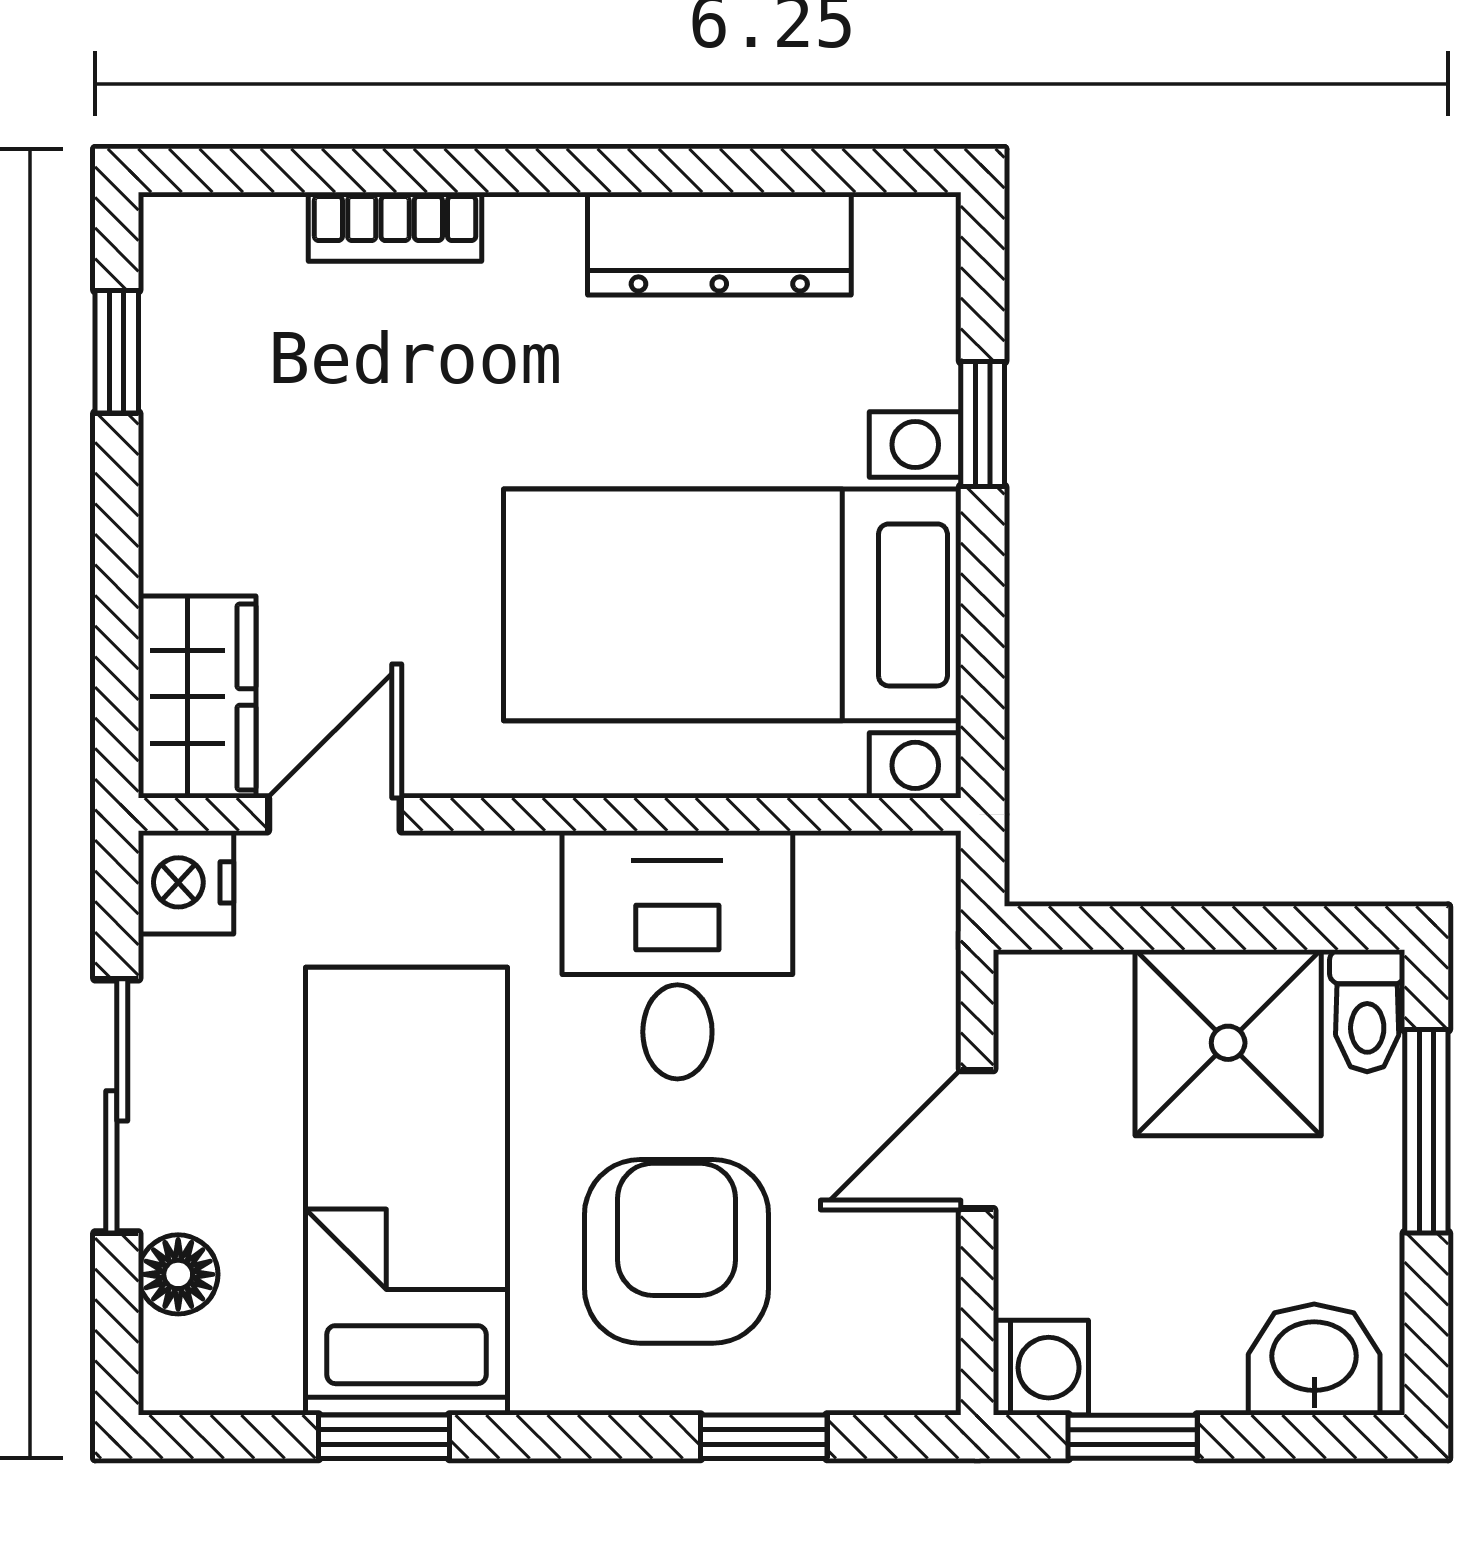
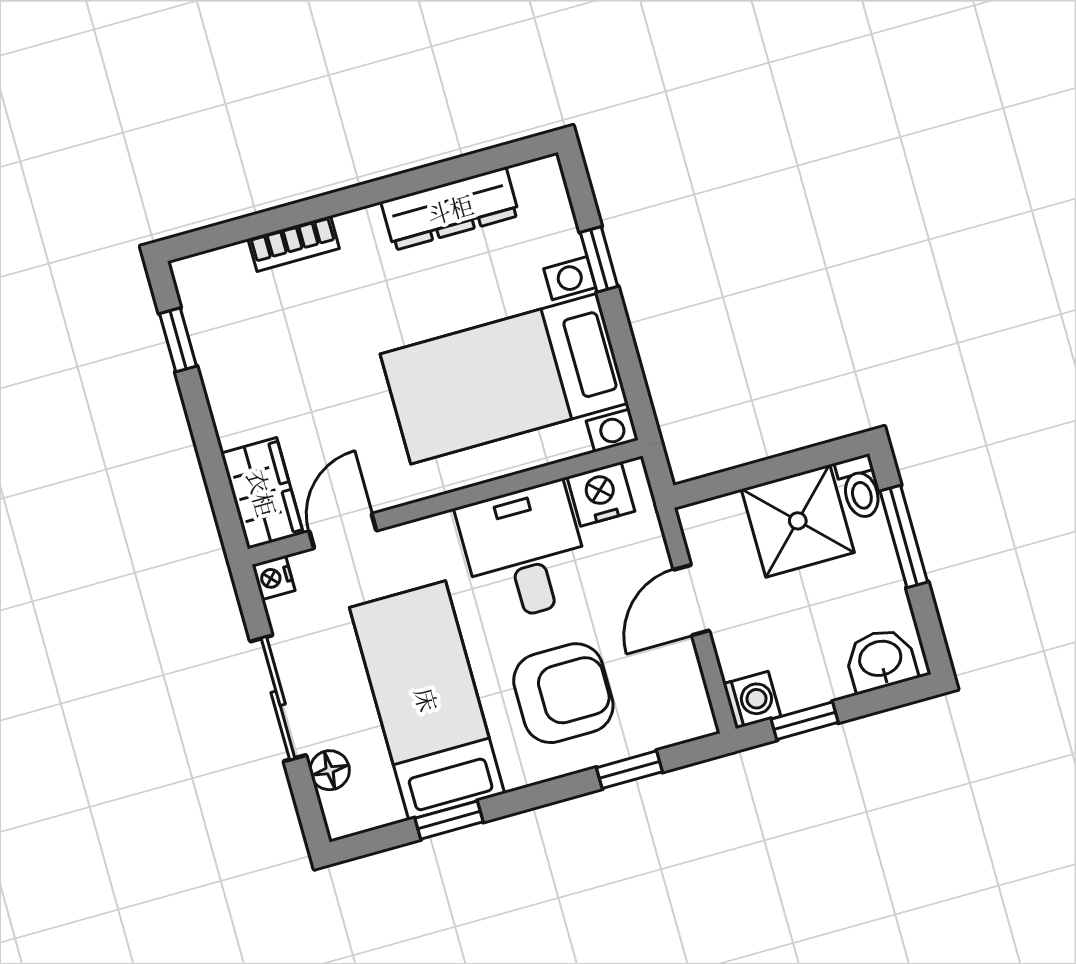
nightstand: (186, 882) -> (274, 578), width x0.72, depth x0.74
nightstand: (858, 883) -> (601, 494), added
armchair: (677, 1251) -> (563, 693), turned 90

